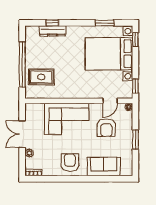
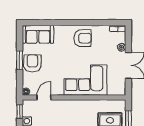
armchair: (106, 128) -> (32, 63), moved
armchair: (70, 163) -> (83, 38), turned -90
sofa: (104, 167) -> (38, 34), moved

